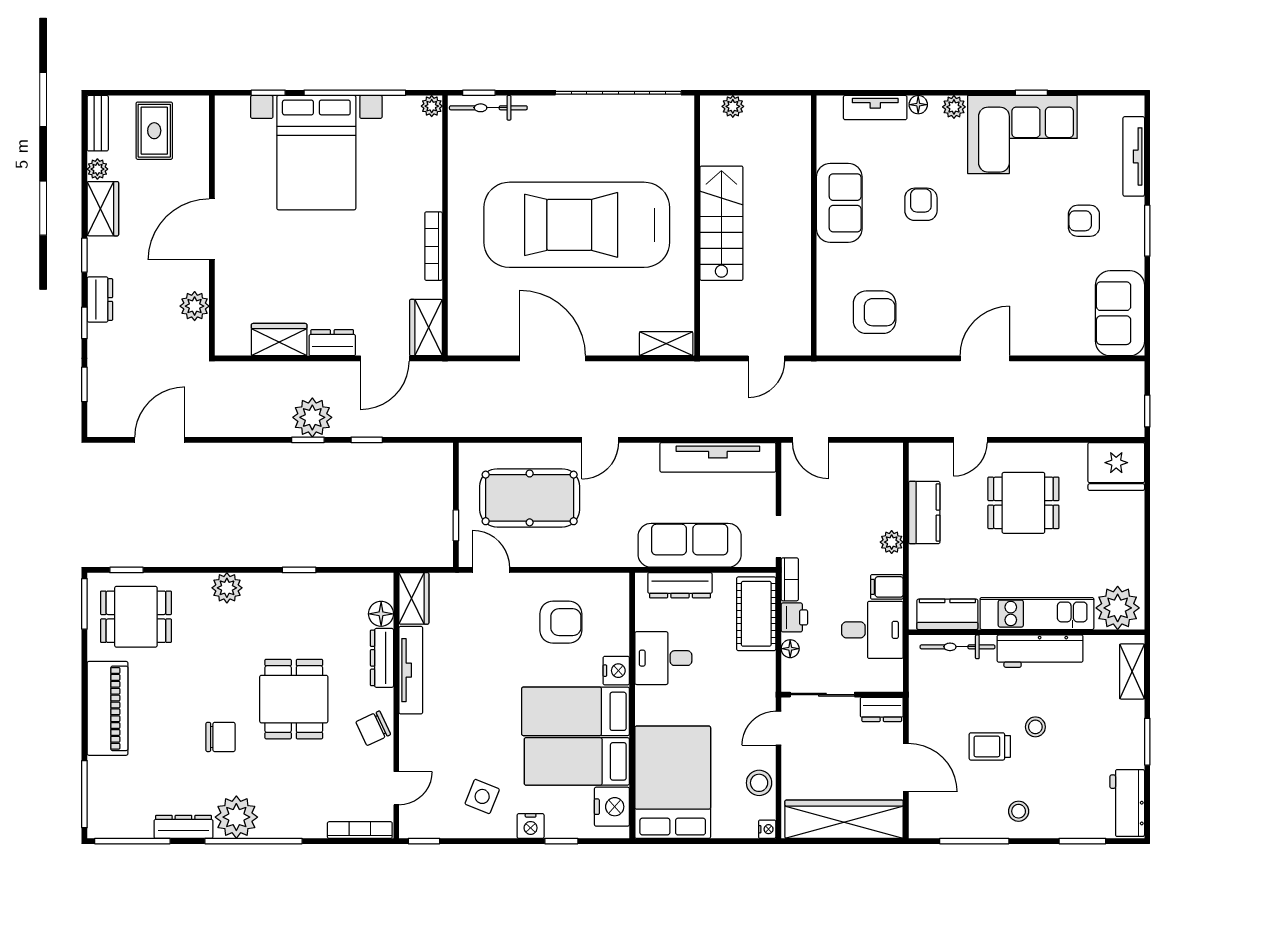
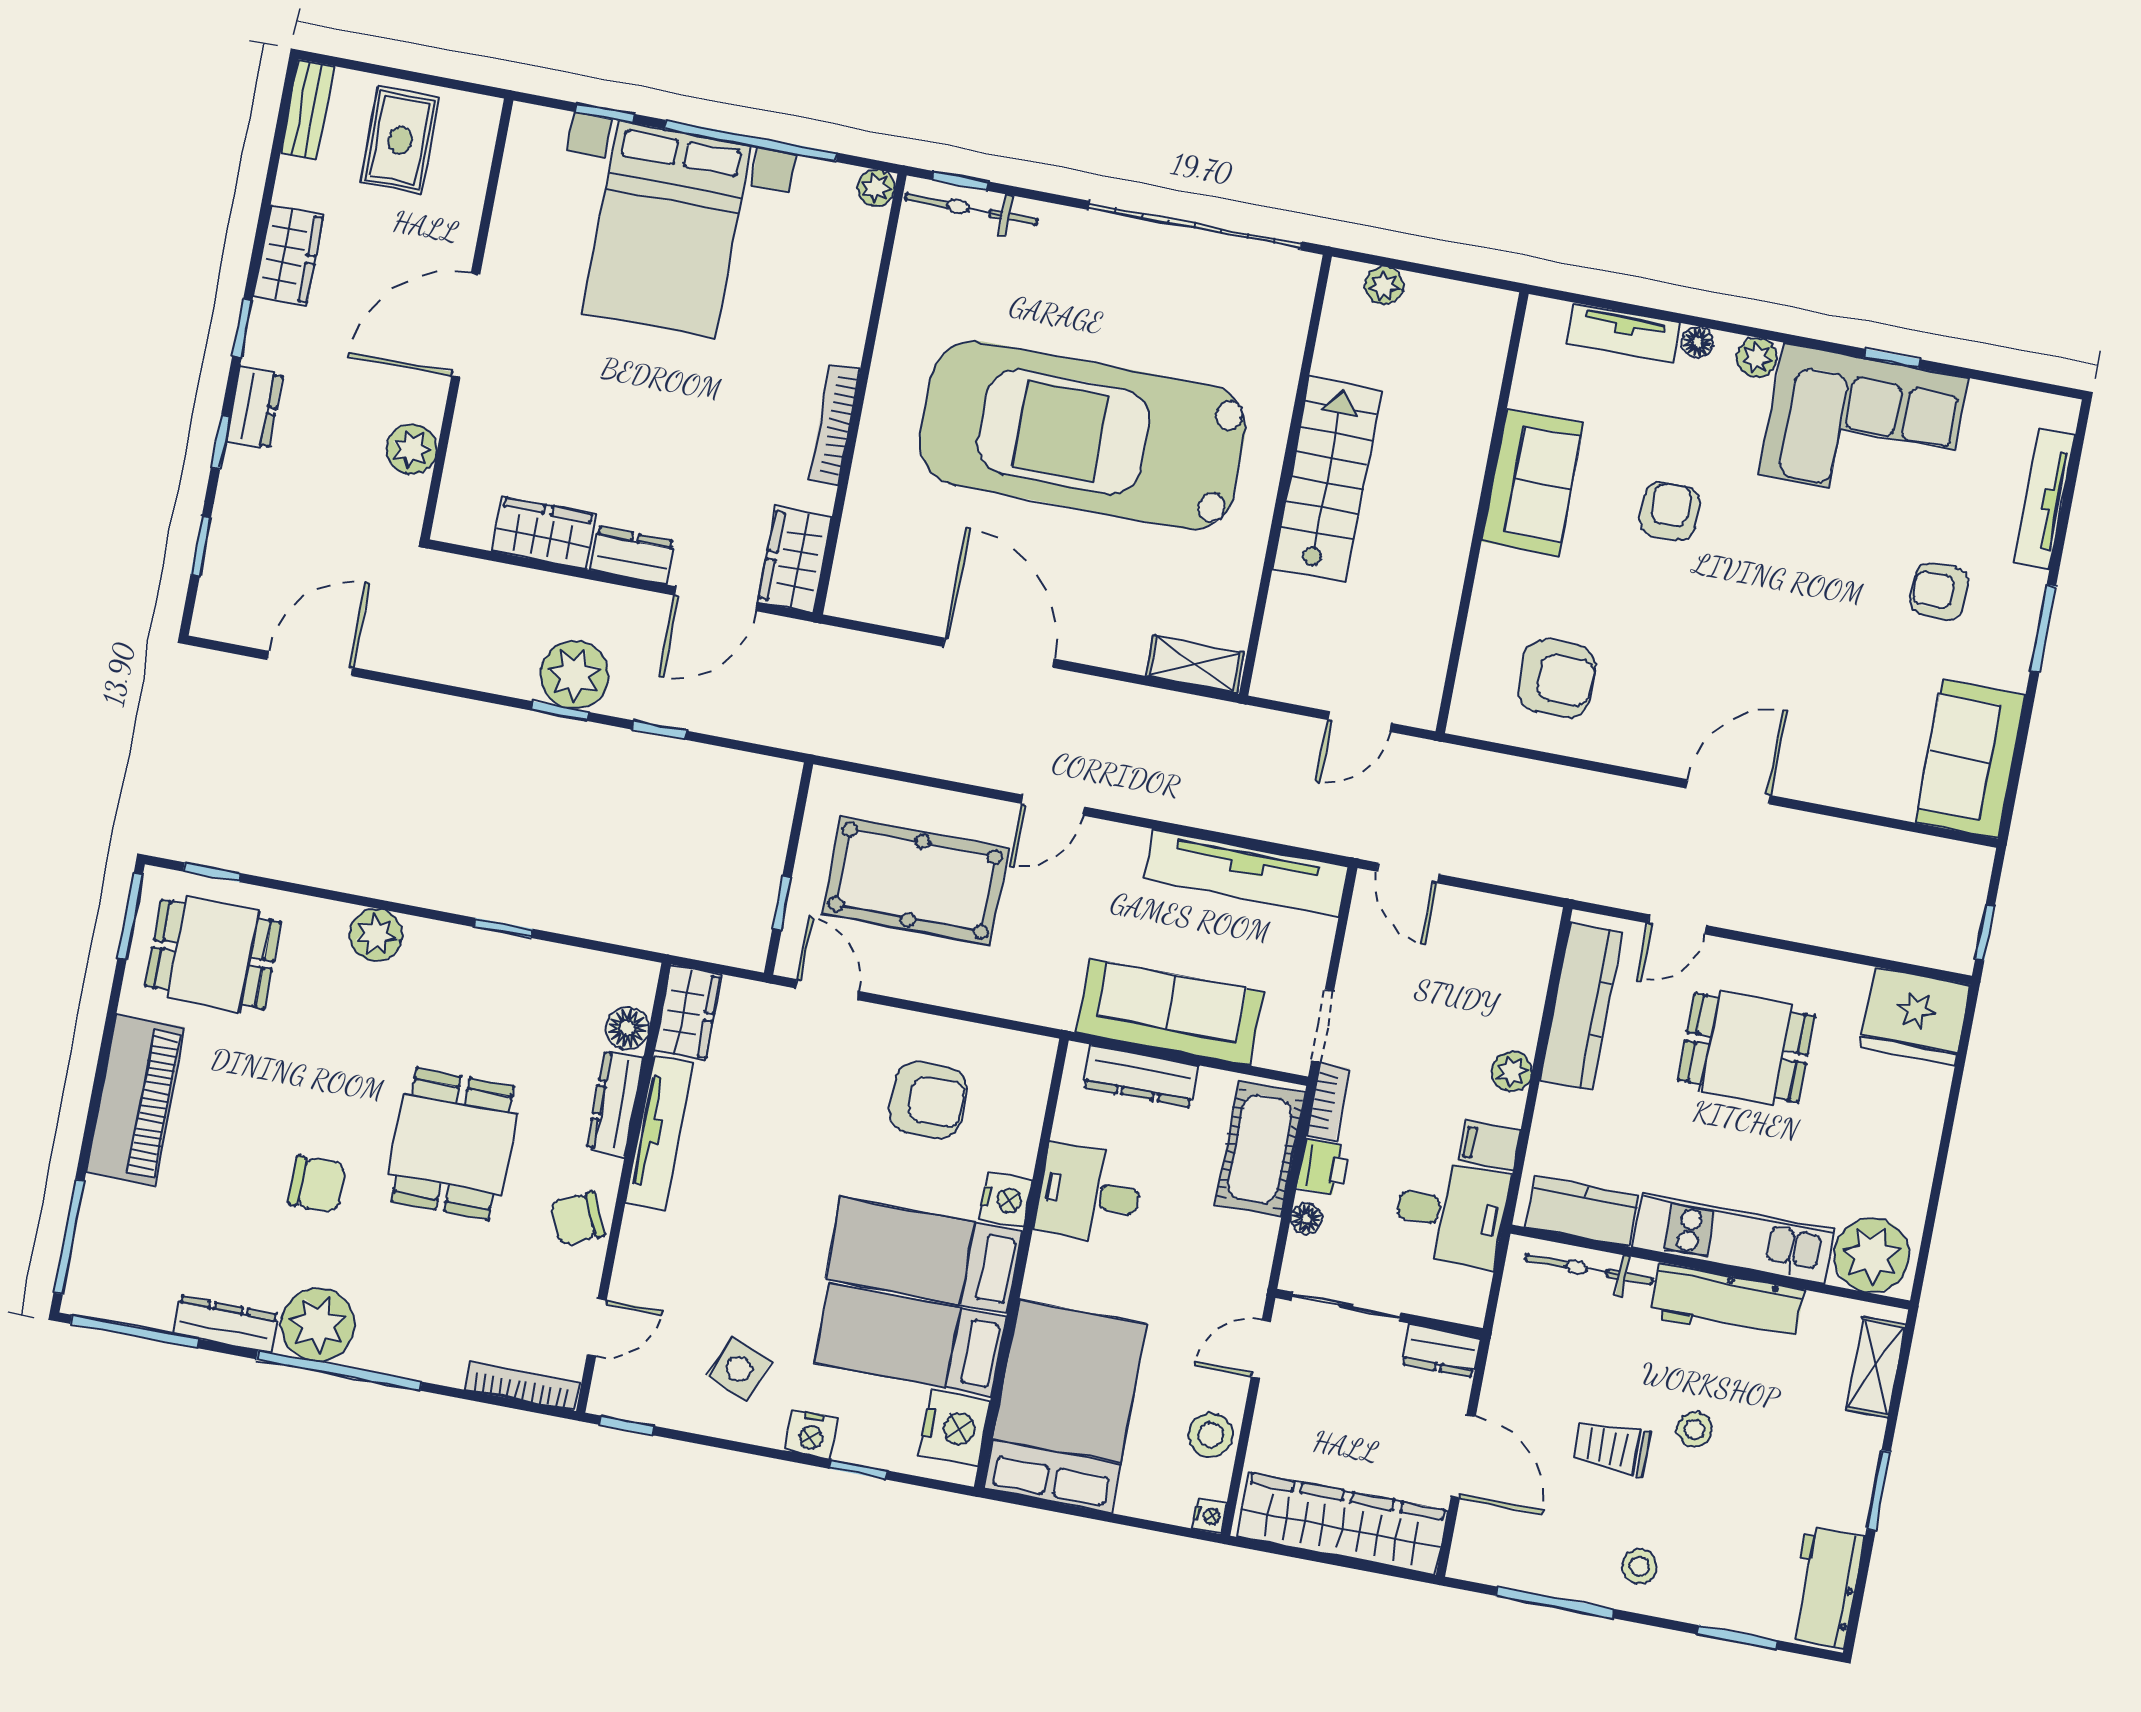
plant: (97, 169) -> (292, 187), removed
kitchen counter: (924, 513) -> (1581, 1006), width x1.50

